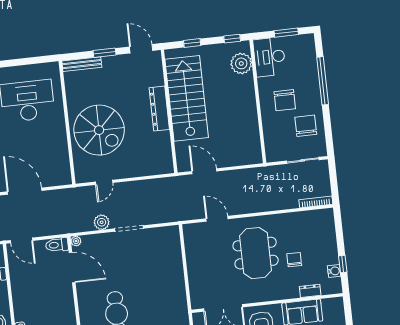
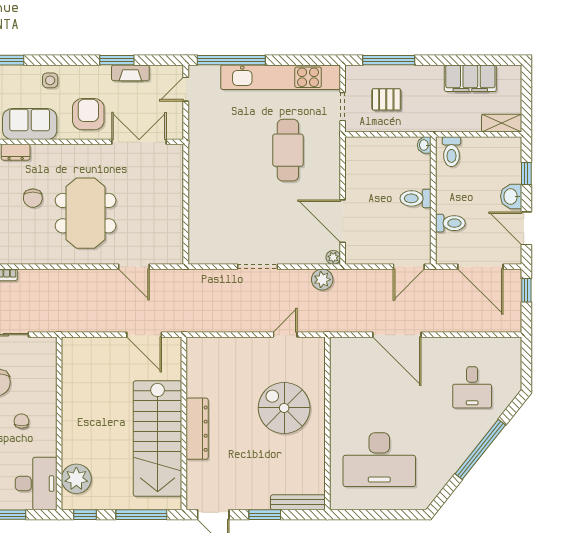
window: (192, 43) -> (141, 515), width x2.17
chair: (285, 100) -> (21, 421), width x0.54, depth x0.54
spiral stairs: (99, 130) -> (284, 408), width x0.73, depth x0.73
plant: (102, 222) -> (322, 280), moved
door: (21, 240) -> (409, 267), swing flipped
toilet: (57, 245) -> (416, 198), moved, turned 180

